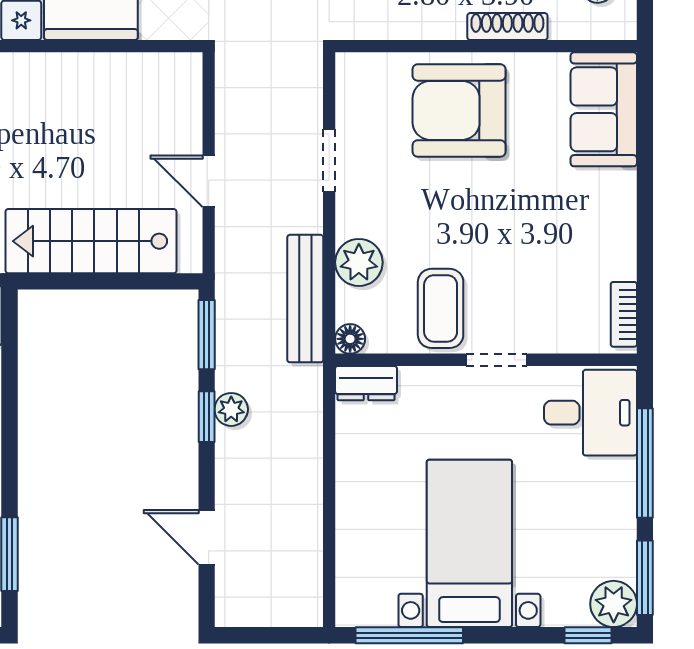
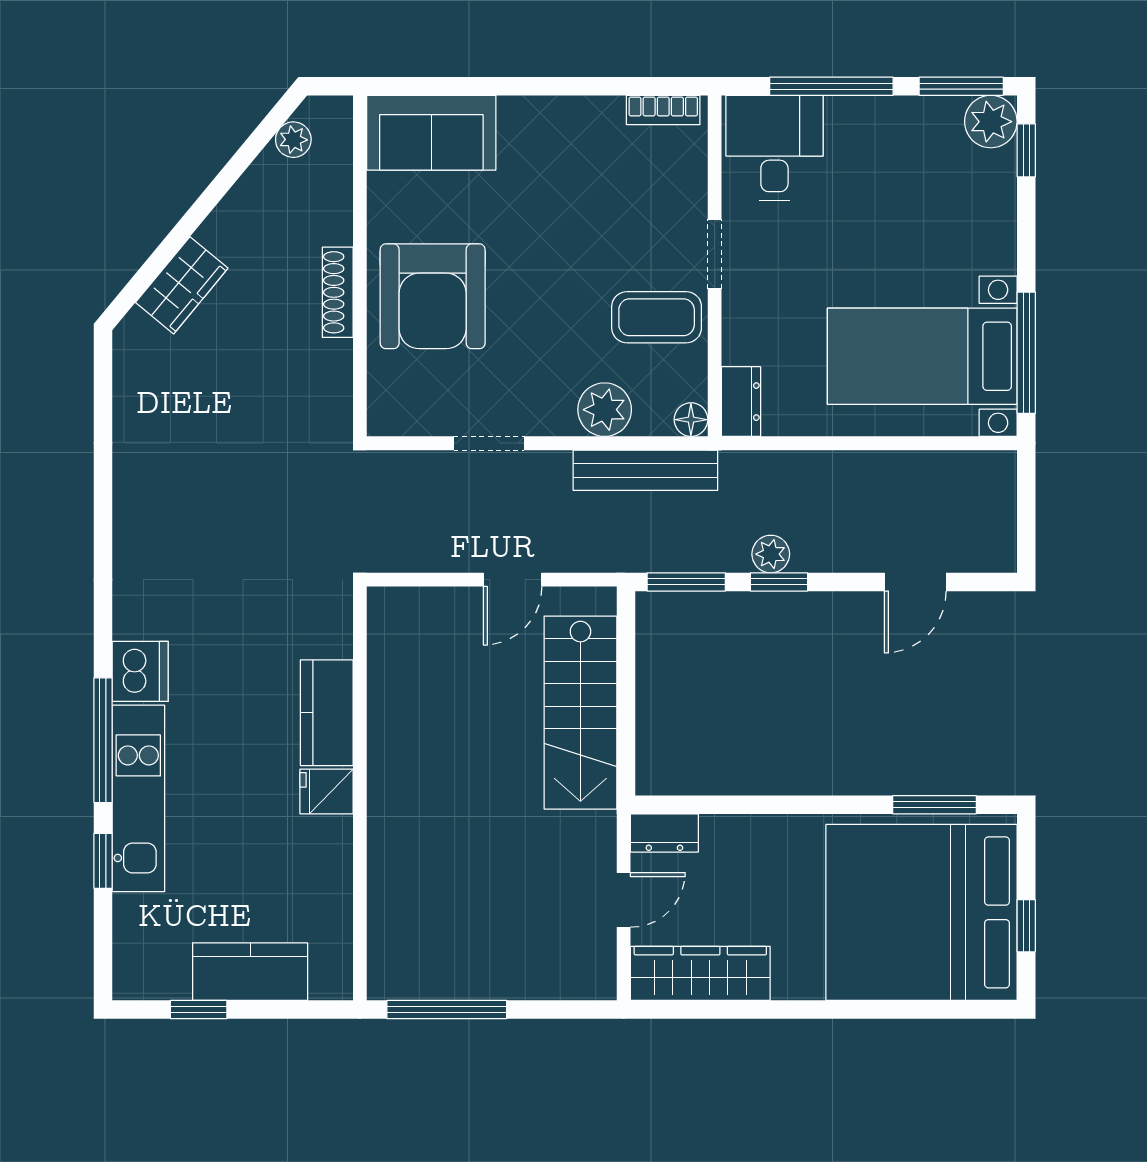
shoe rack: (507, 27) -> (338, 292), moved
bed with nightstands: (469, 543) -> (922, 356), moved

